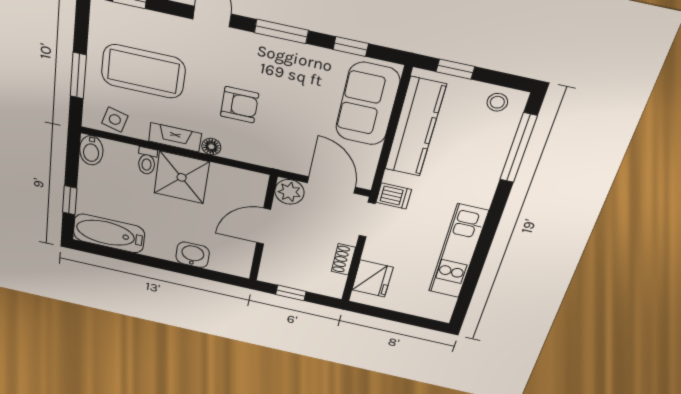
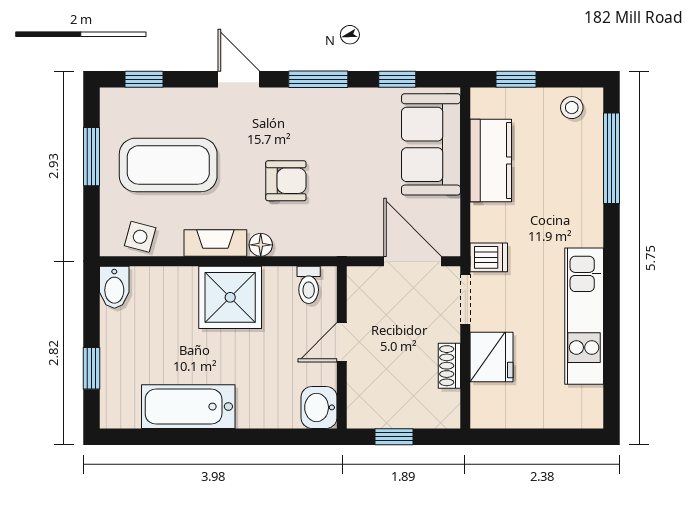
window: (78, 76) -> (92, 157), moved
kitchen counter: (415, 127) -> (491, 161), width x0.67
toilet: (147, 161) -> (309, 285), moved
plant: (289, 192) -> (365, 284), removed
door: (264, 226) -> (342, 342), width x0.73
bathtub: (109, 233) -> (188, 407), moved
washbasin: (193, 255) -> (319, 407), moved, turned -90
fridge: (372, 279) -> (491, 357), moved

